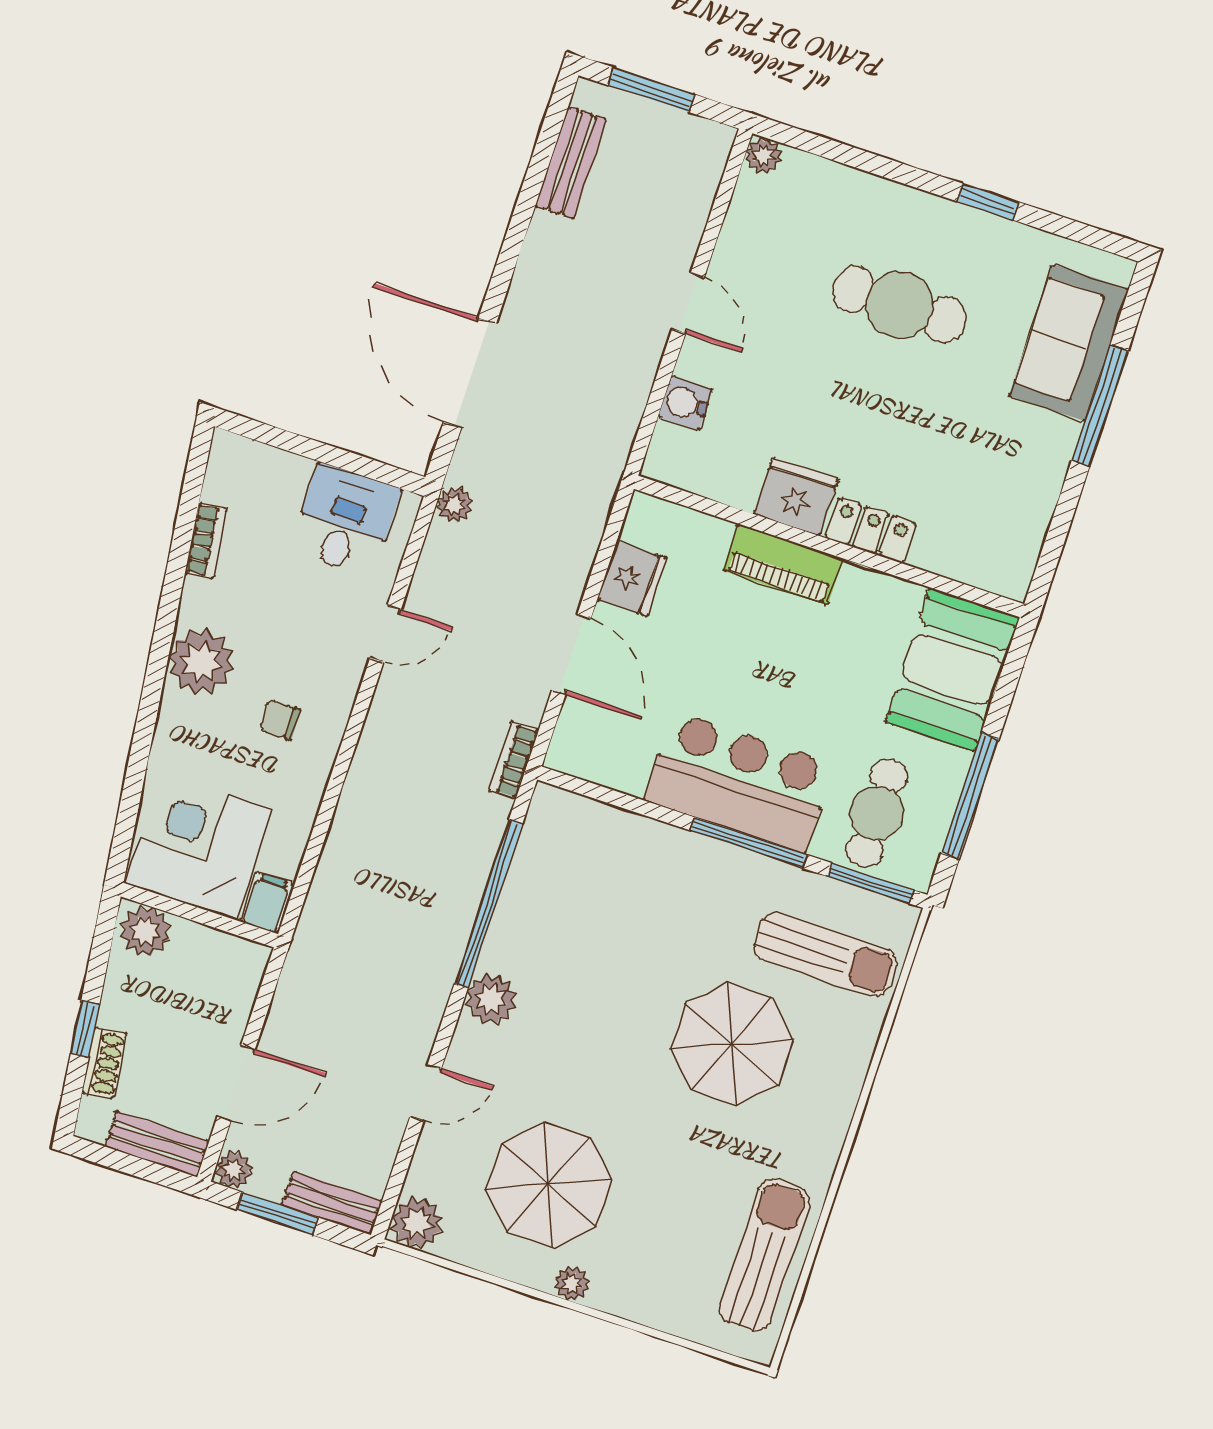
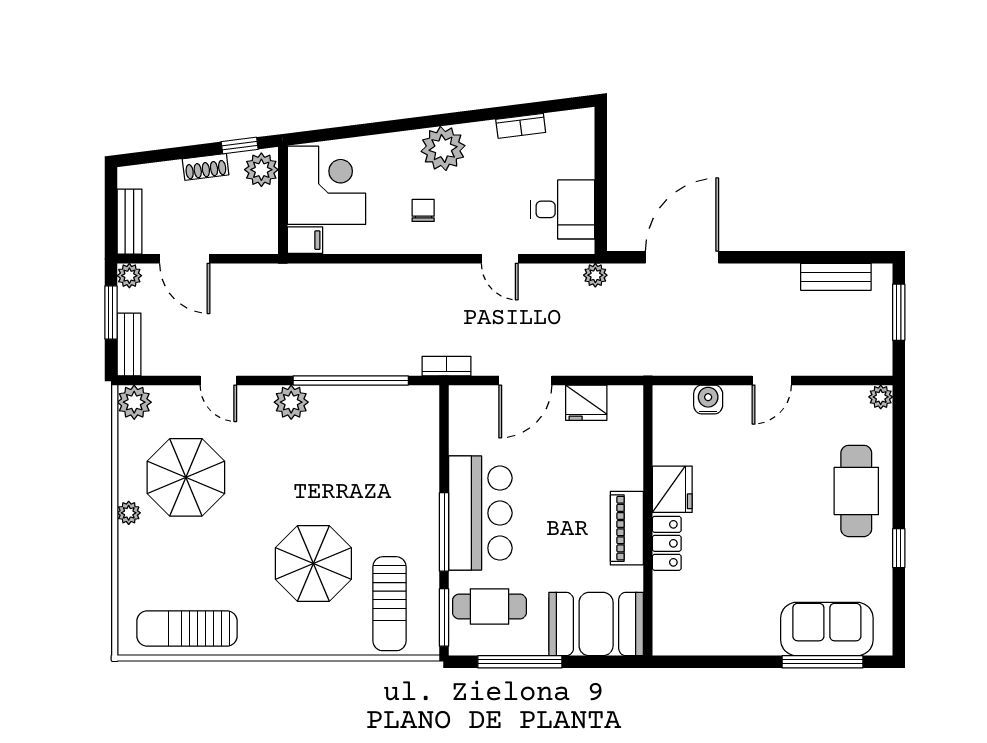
cafe table: (899, 305) -> (856, 491), moved
window: (1100, 406) -> (823, 662), moved
piano: (783, 564) -> (627, 528), moved
window: (85, 1029) -> (240, 146), moved
shoe rack: (104, 1063) -> (206, 167), moved
sun lounger: (765, 1255) -> (187, 629), turned 180

